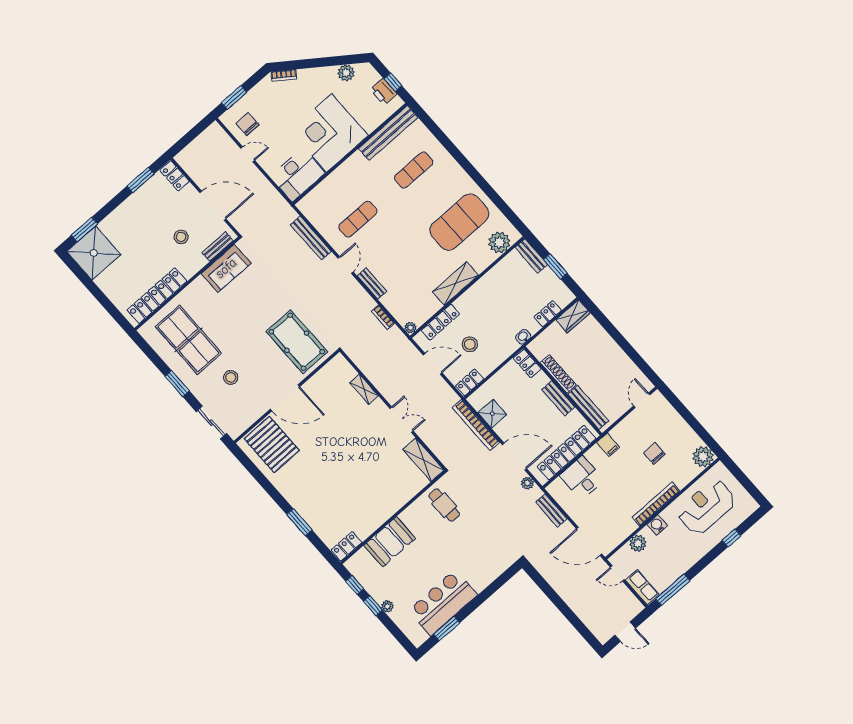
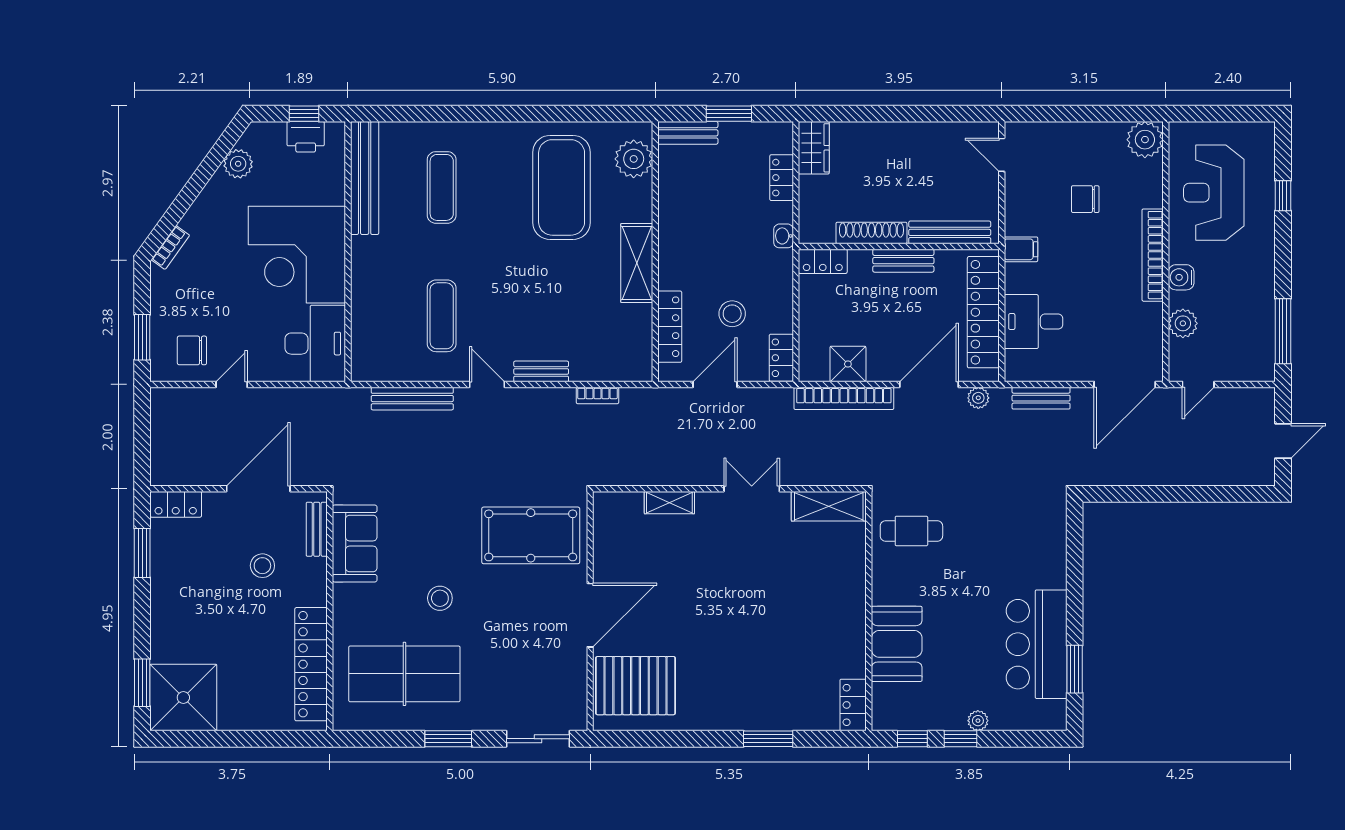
plant: (410, 328) -> (643, 372), removed
stool: (231, 377) -> (440, 598), moved
row of seats: (642, 587) -> (1244, 368), removed

